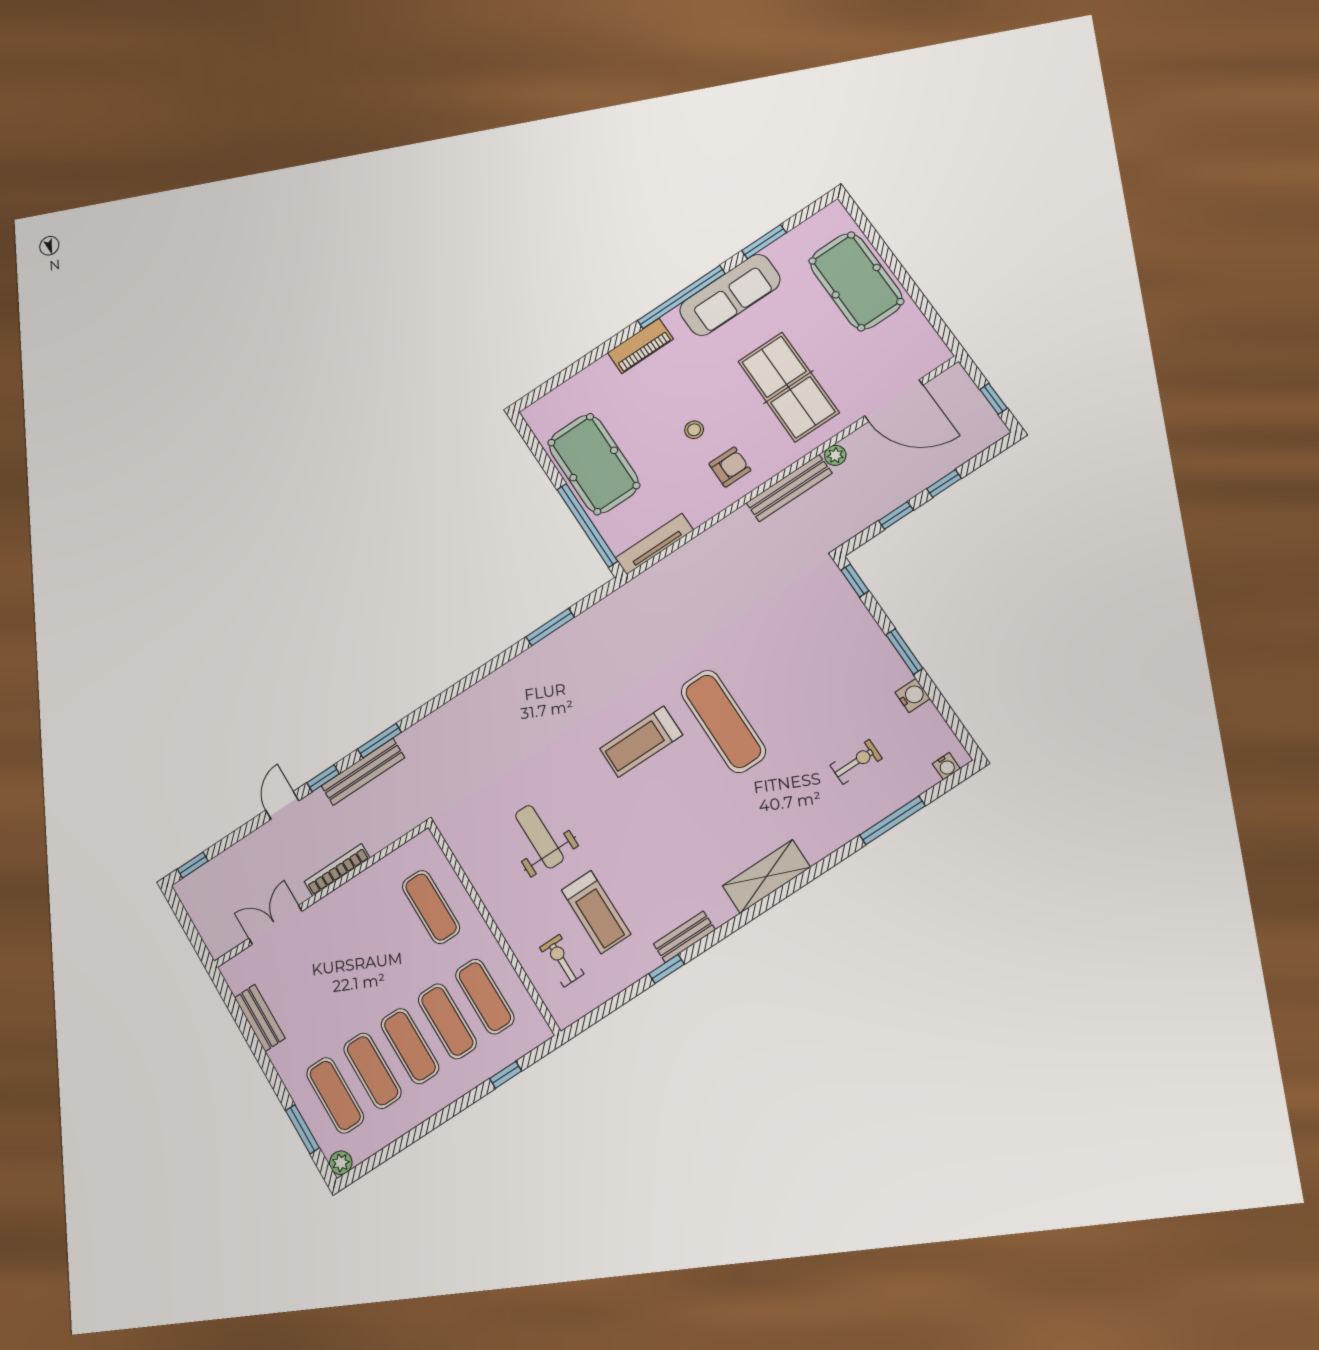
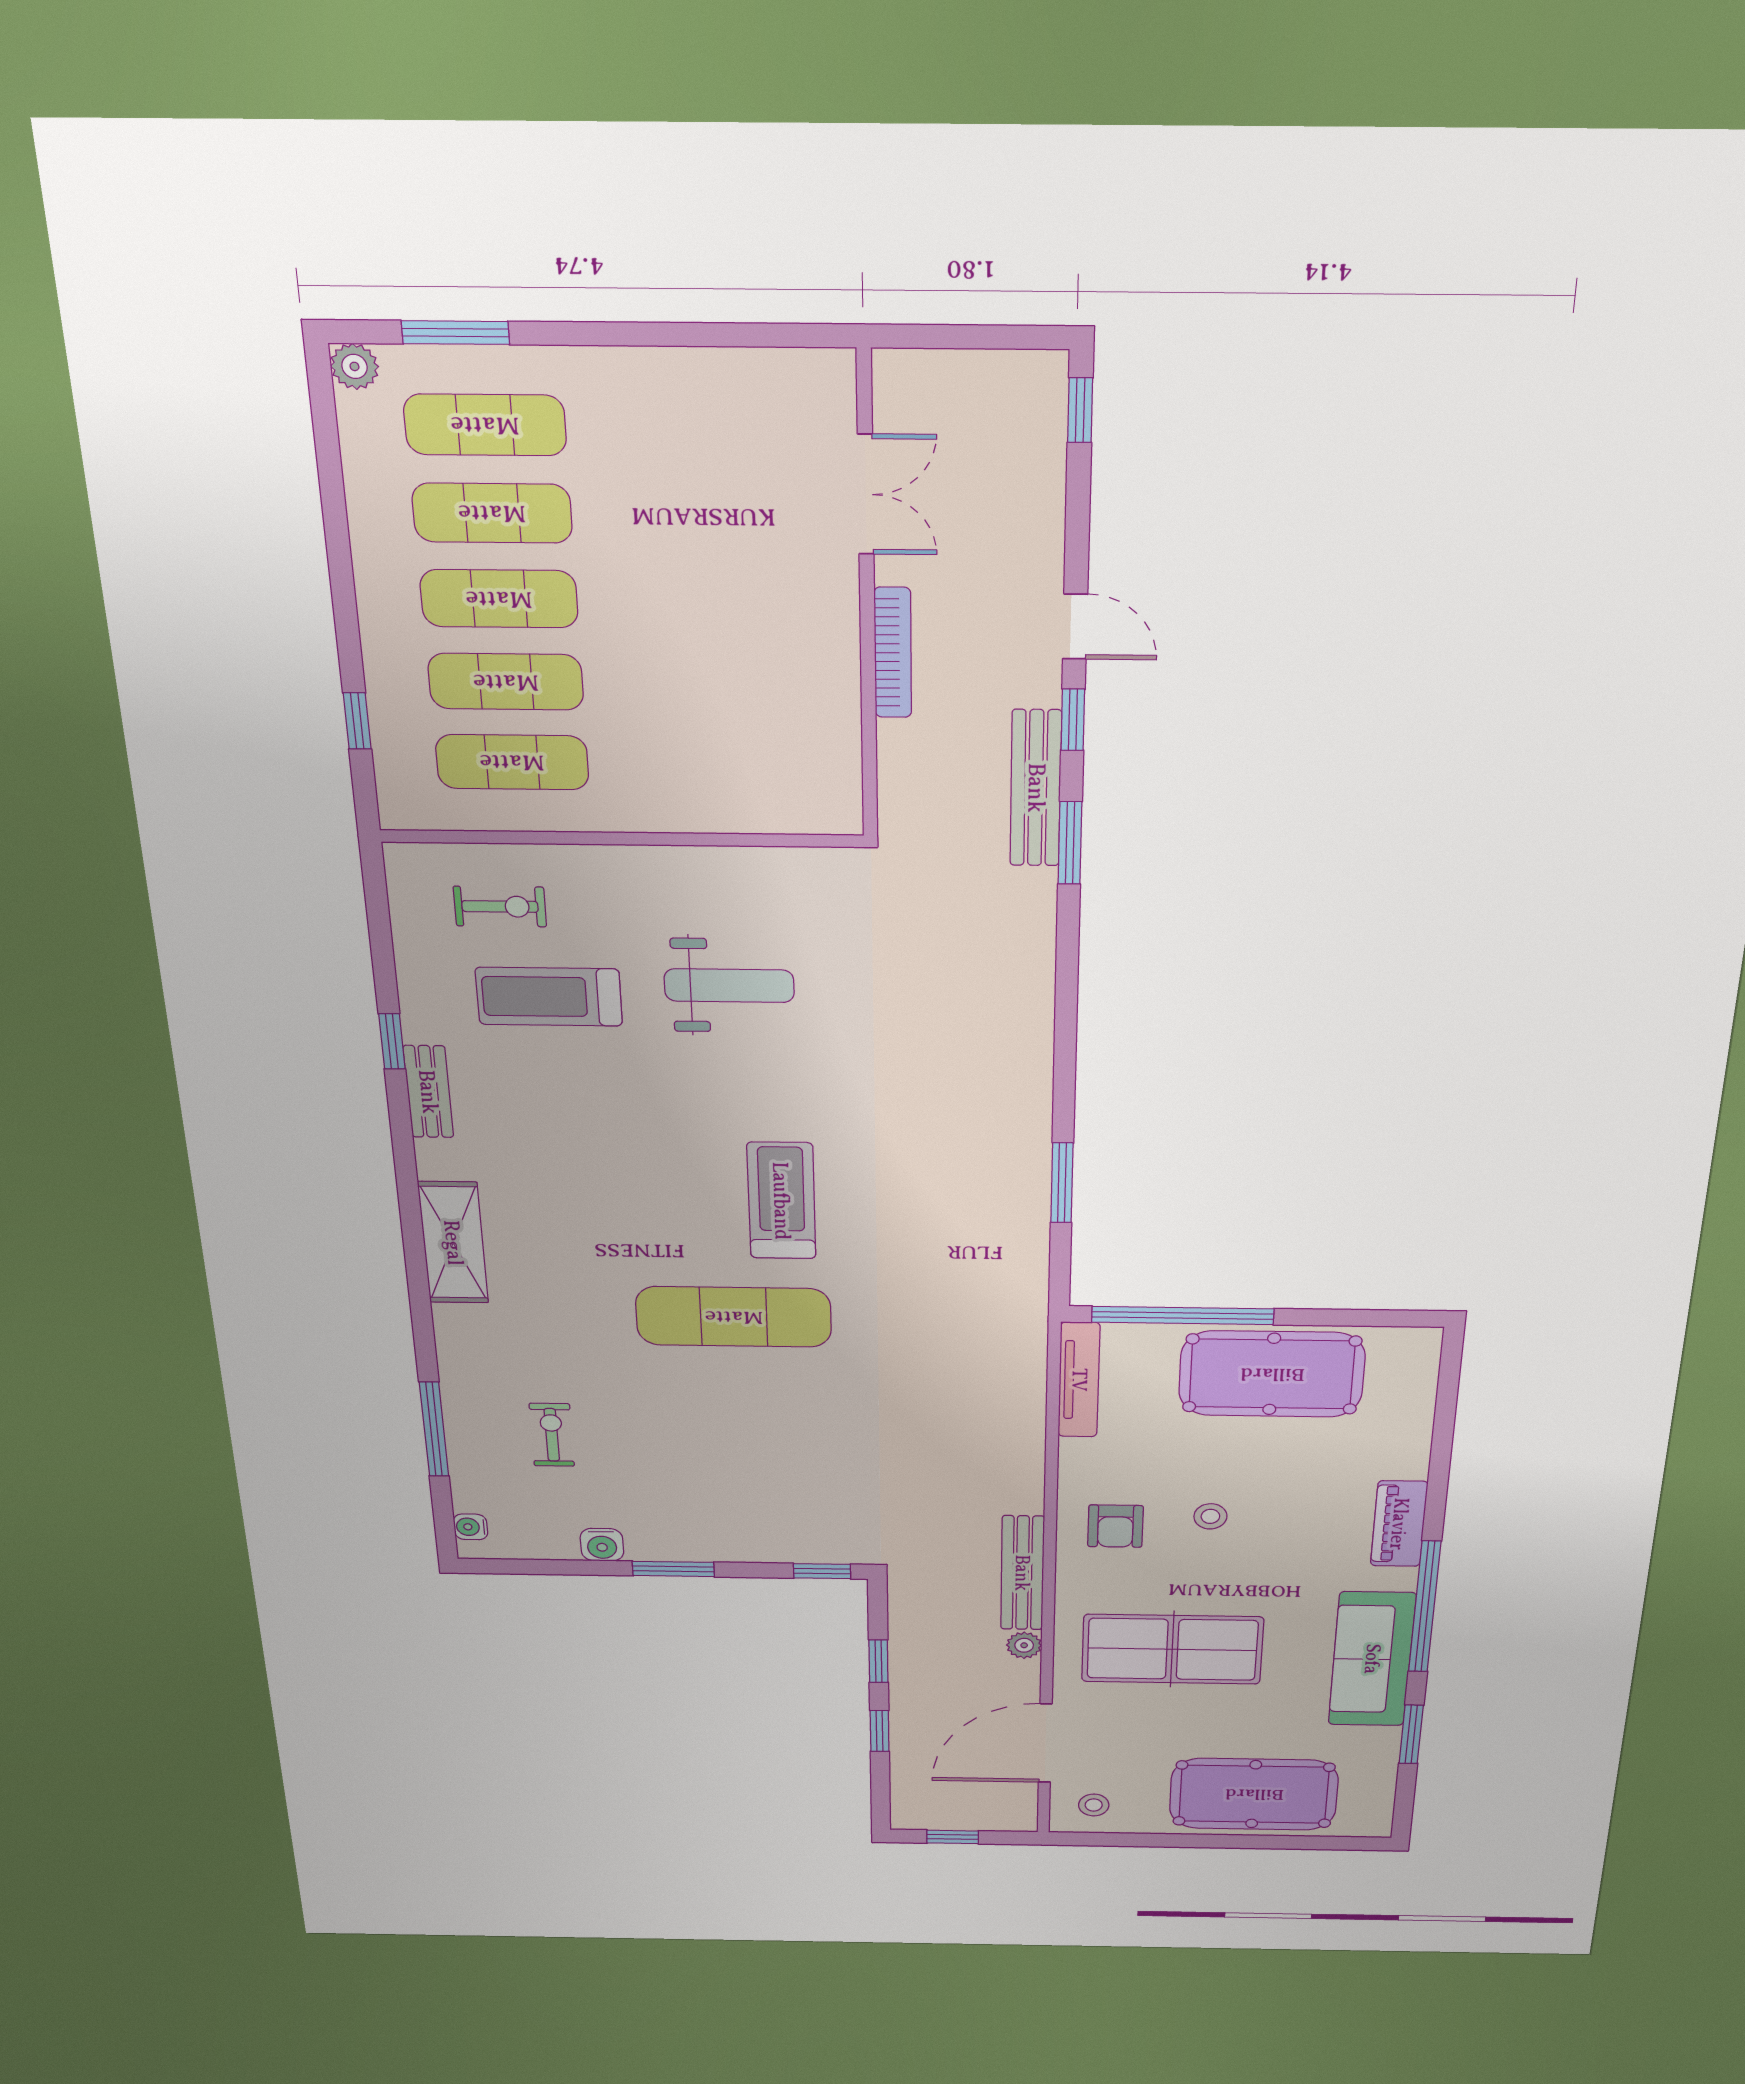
stool: (920, 349) -> (1094, 1805), added
exercise bike: (856, 762) -> (552, 1435), turned 180
exercise mat: (431, 907) -> (723, 764), removed
bench: (260, 1018) -> (711, 371), removed

